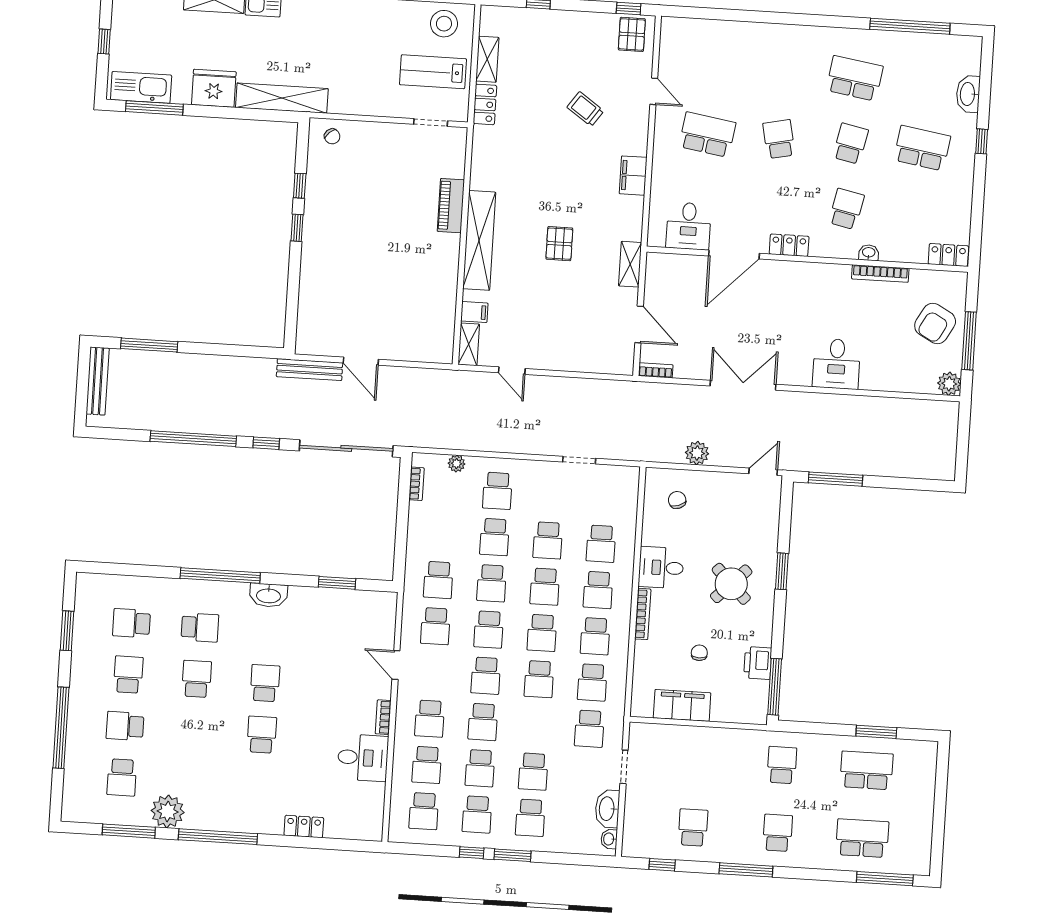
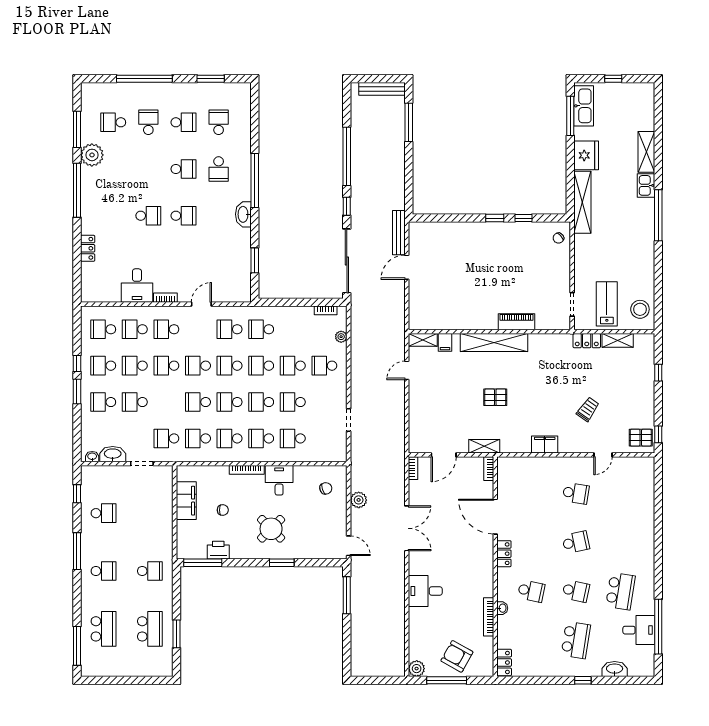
school desk: (707, 135) -> (576, 493), width x0.54
desk: (689, 226) -> (639, 630), moved, turned 180
bookcase: (663, 260) -> (489, 469), added

